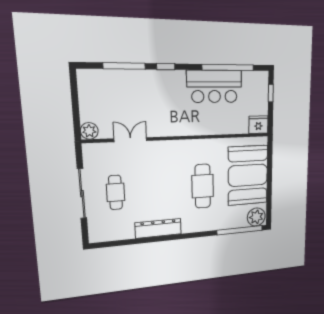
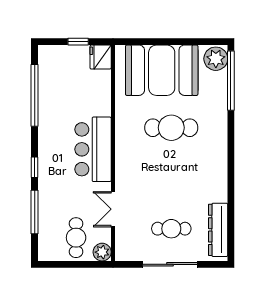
bar counter: (214, 87) -> (93, 149), moved, turned 180
window: (271, 93) -> (78, 42), moved
cafe table: (102, 106) -> (76, 238), added
dresser: (158, 228) -> (218, 230), moved

